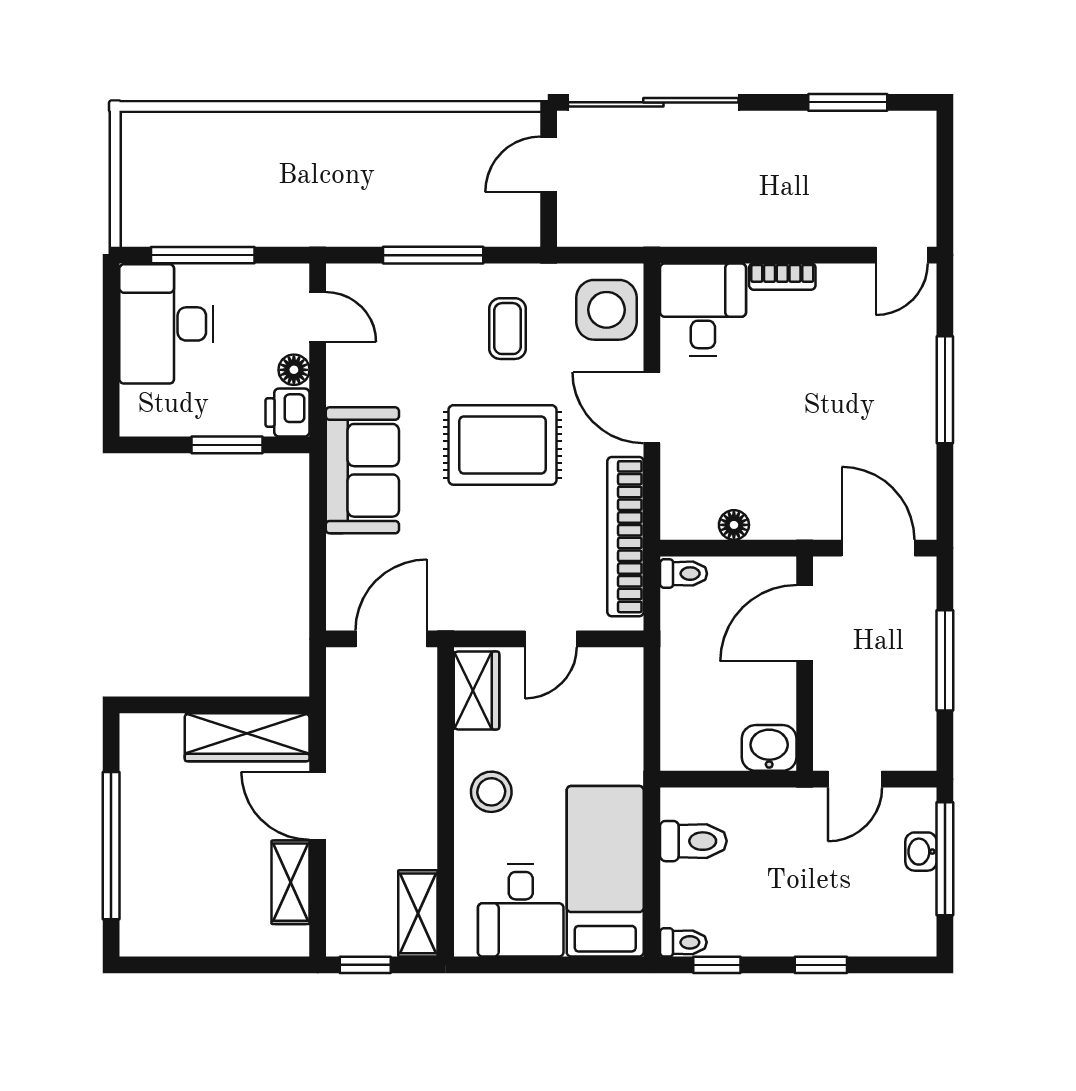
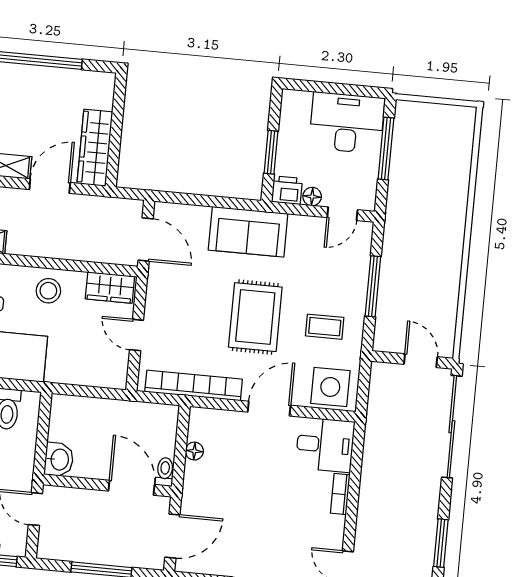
toilet: (684, 574) -> (165, 472), moved, turned 180

